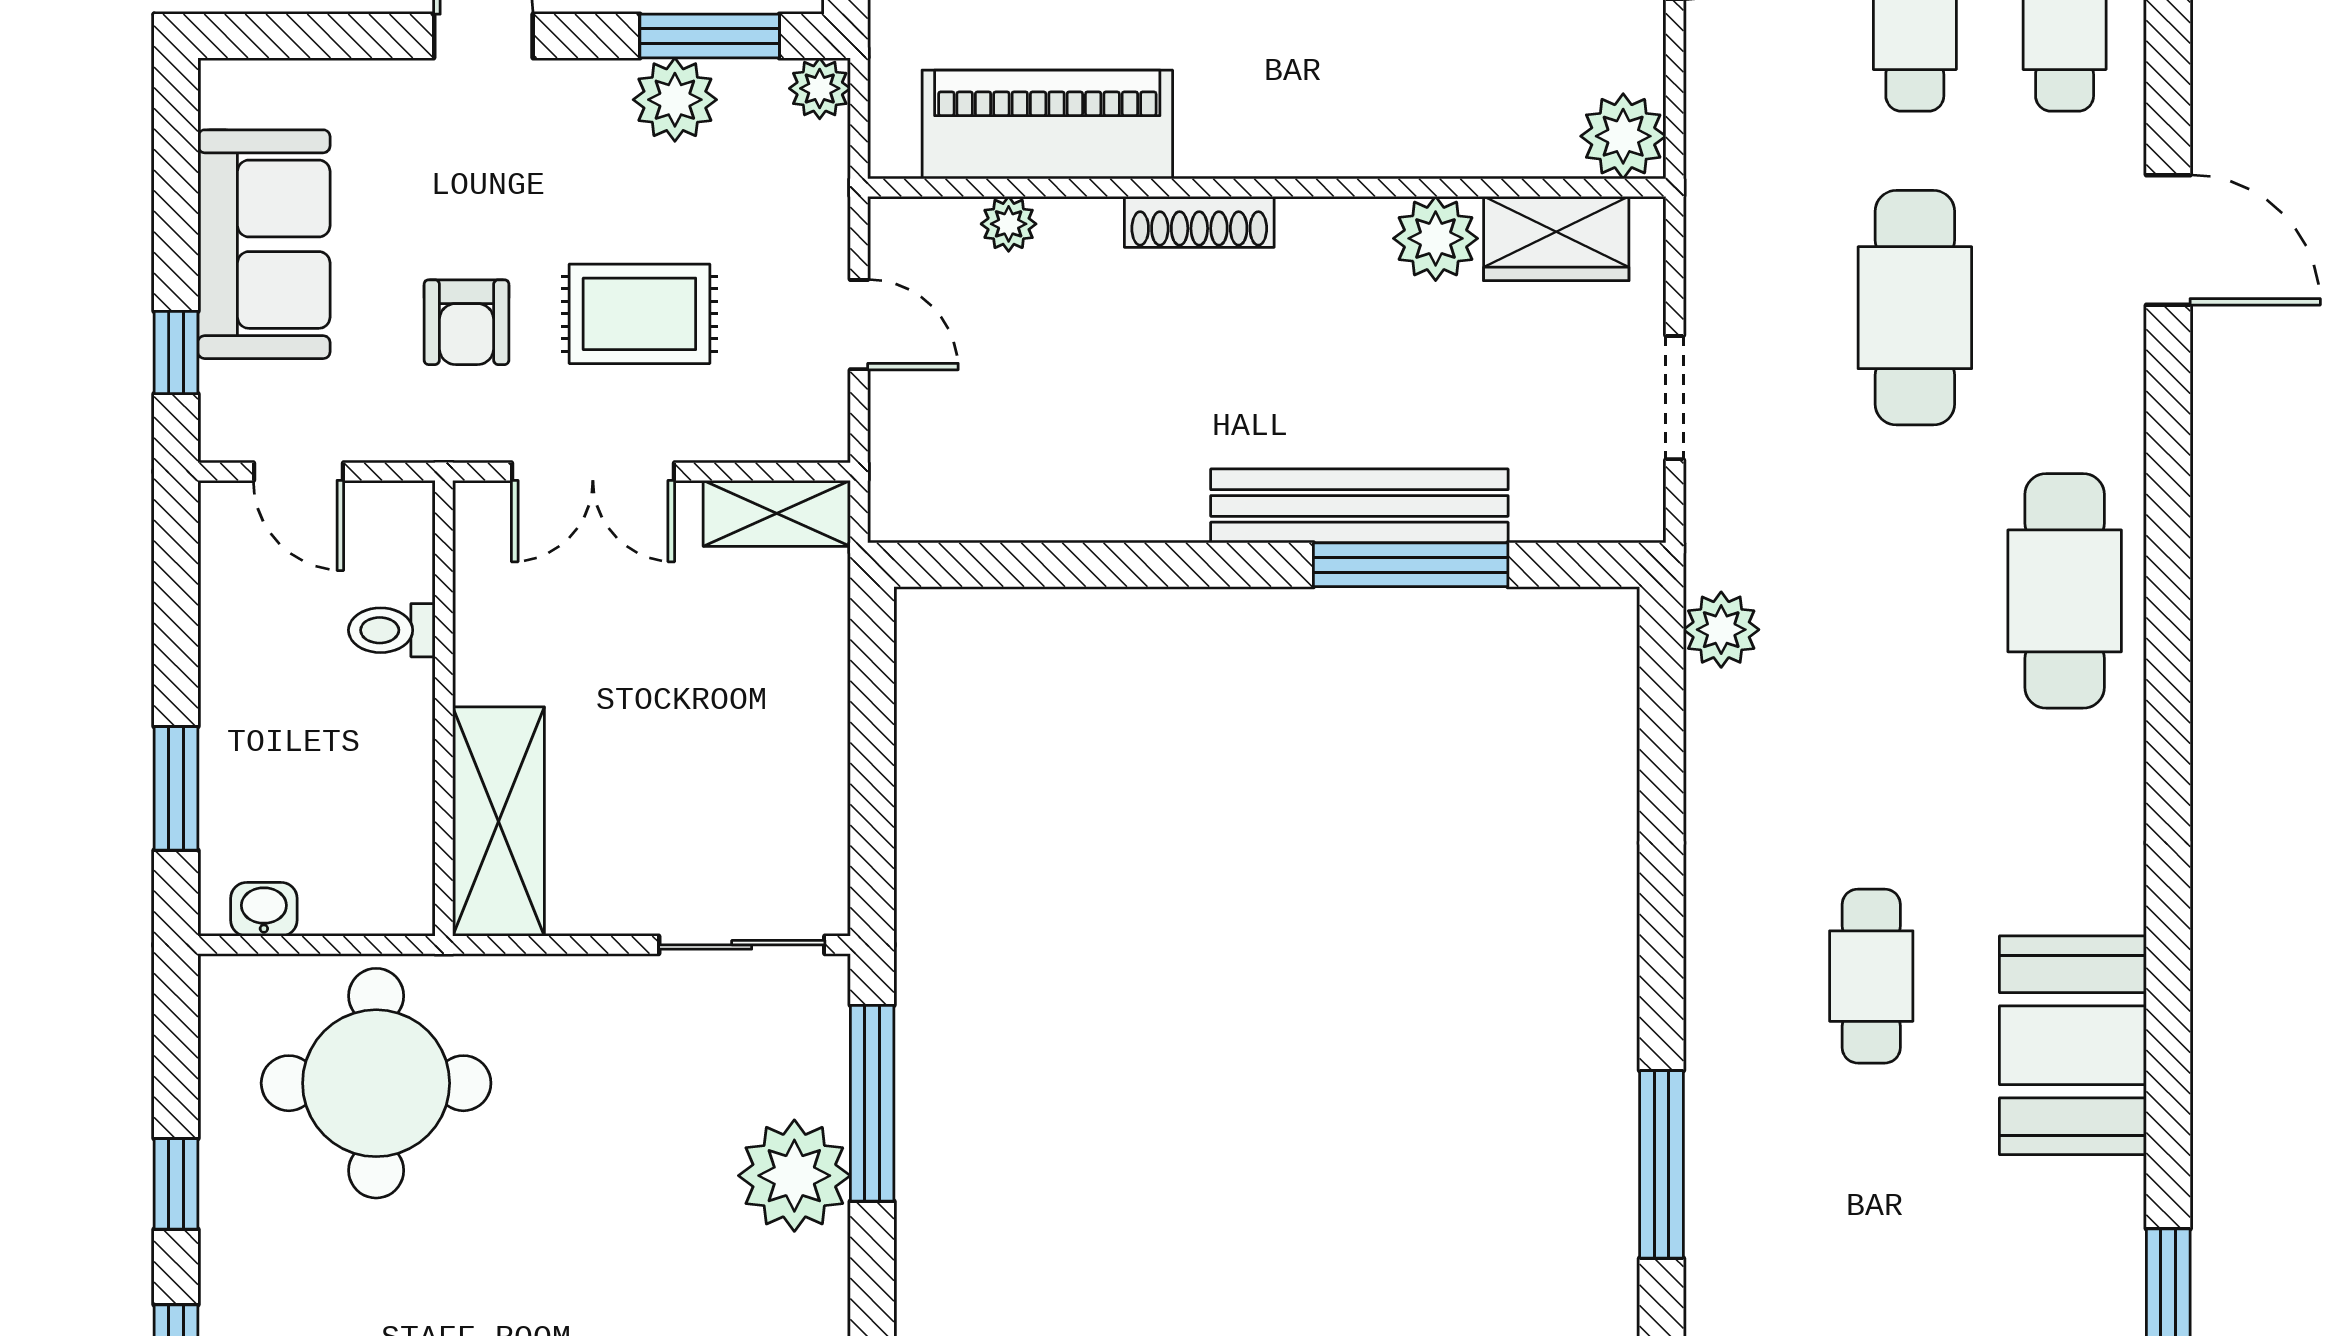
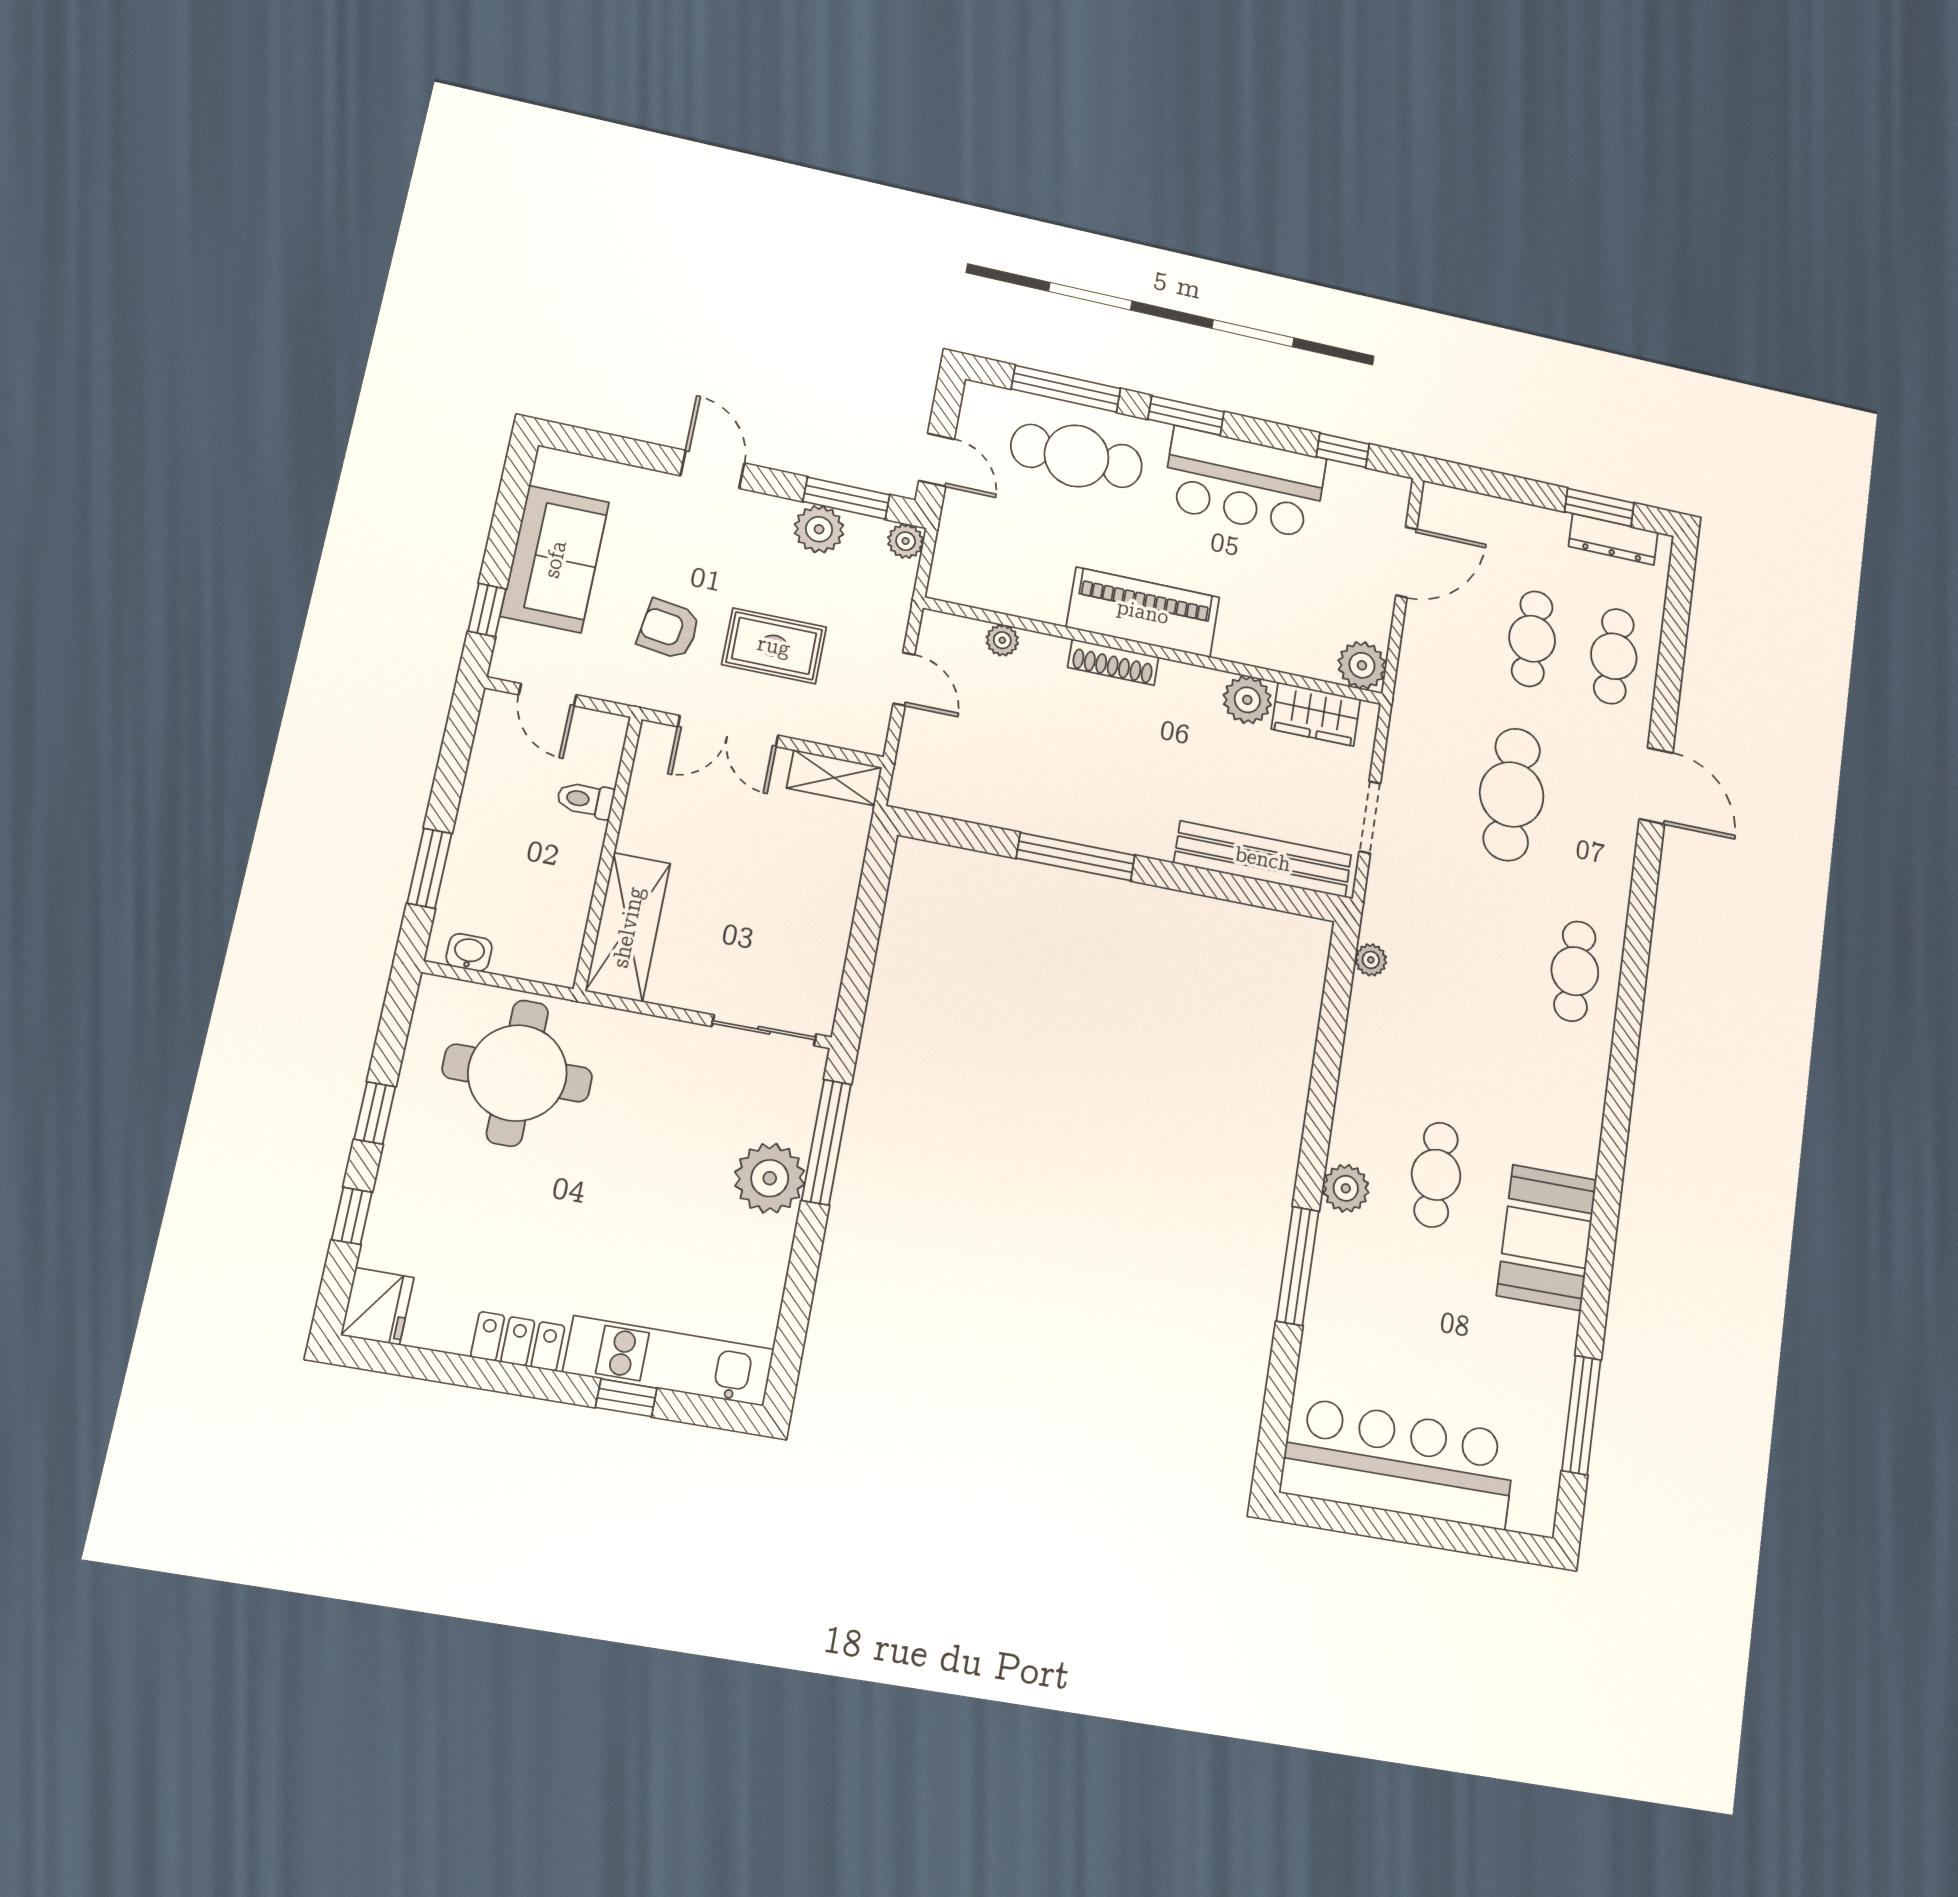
piano: (1047, 124) -> (1143, 612), moved
armchair: (467, 322) -> (669, 629), turned 98
bench: (1359, 506) -> (1263, 859), moved
window: (1411, 565) -> (1076, 857), moved
cafe table: (2065, 591) -> (1575, 971), width x0.73, depth x0.74
plant: (1721, 630) -> (1371, 960), width x0.73, depth x0.73
plant: (1723, 1025) -> (1346, 1188), added

